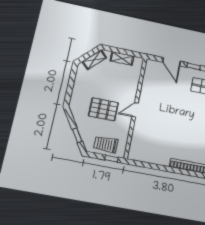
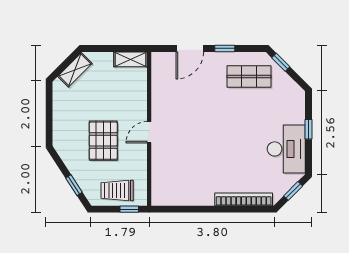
shelving: (122, 58) -> (131, 59), moved
door: (172, 62) -> (190, 48), hinge flipped
pallet: (103, 109) -> (103, 141), turned 90

